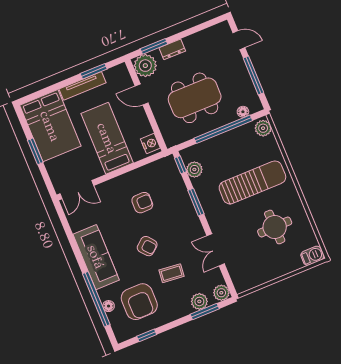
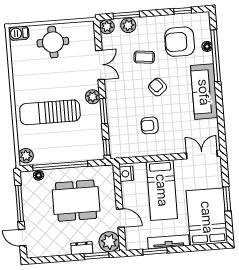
plant: (194, 169) -> (93, 97), moved
round table: (275, 227) -> (53, 42), moved
armchair: (139, 302) -> (180, 42), turned -90

